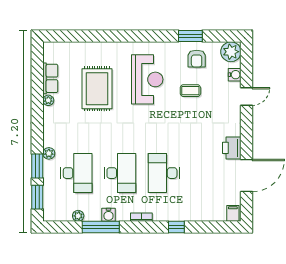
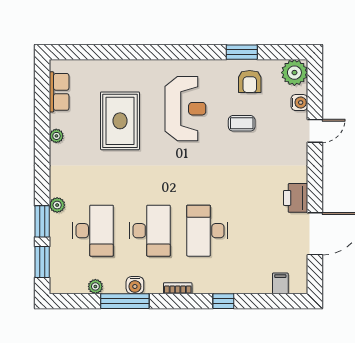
row of seats: (50, 78) -> (59, 92), moved
filing cabinet: (233, 213) -> (280, 283), moved

